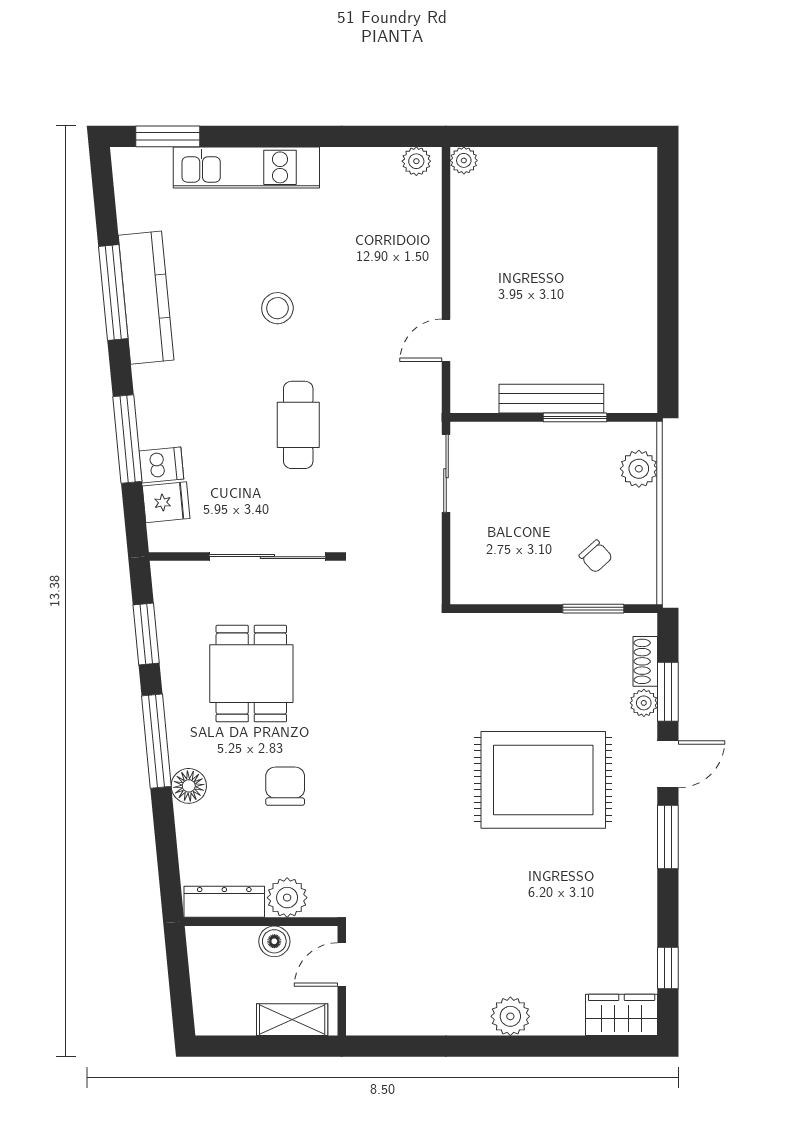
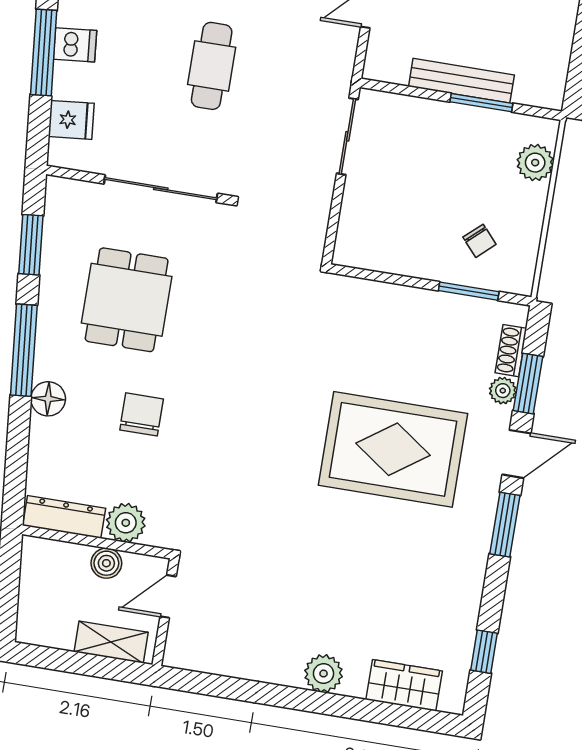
dishwasher: (161, 465) -> (75, 45), moved
wardrobe: (622, 1015) -> (404, 685), moved

